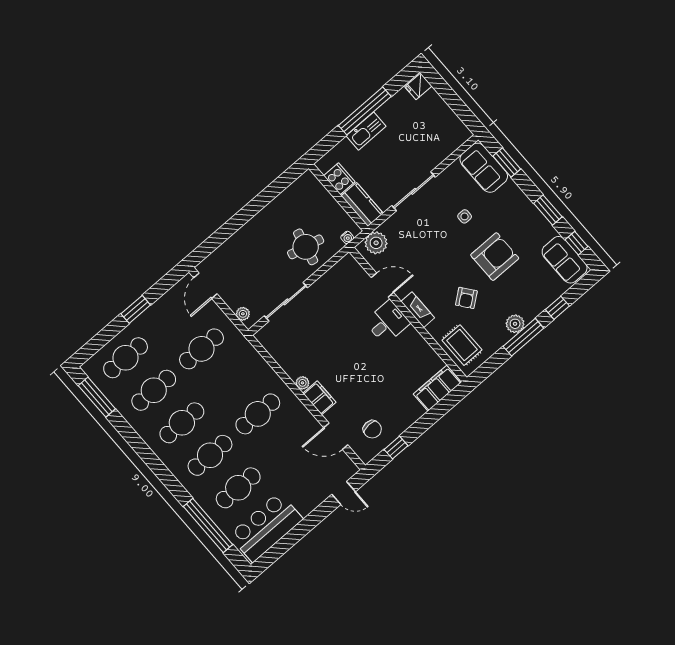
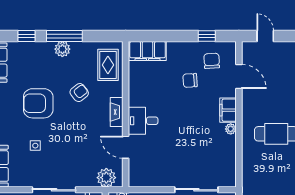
chair: (376, 395) -> (190, 80), added

